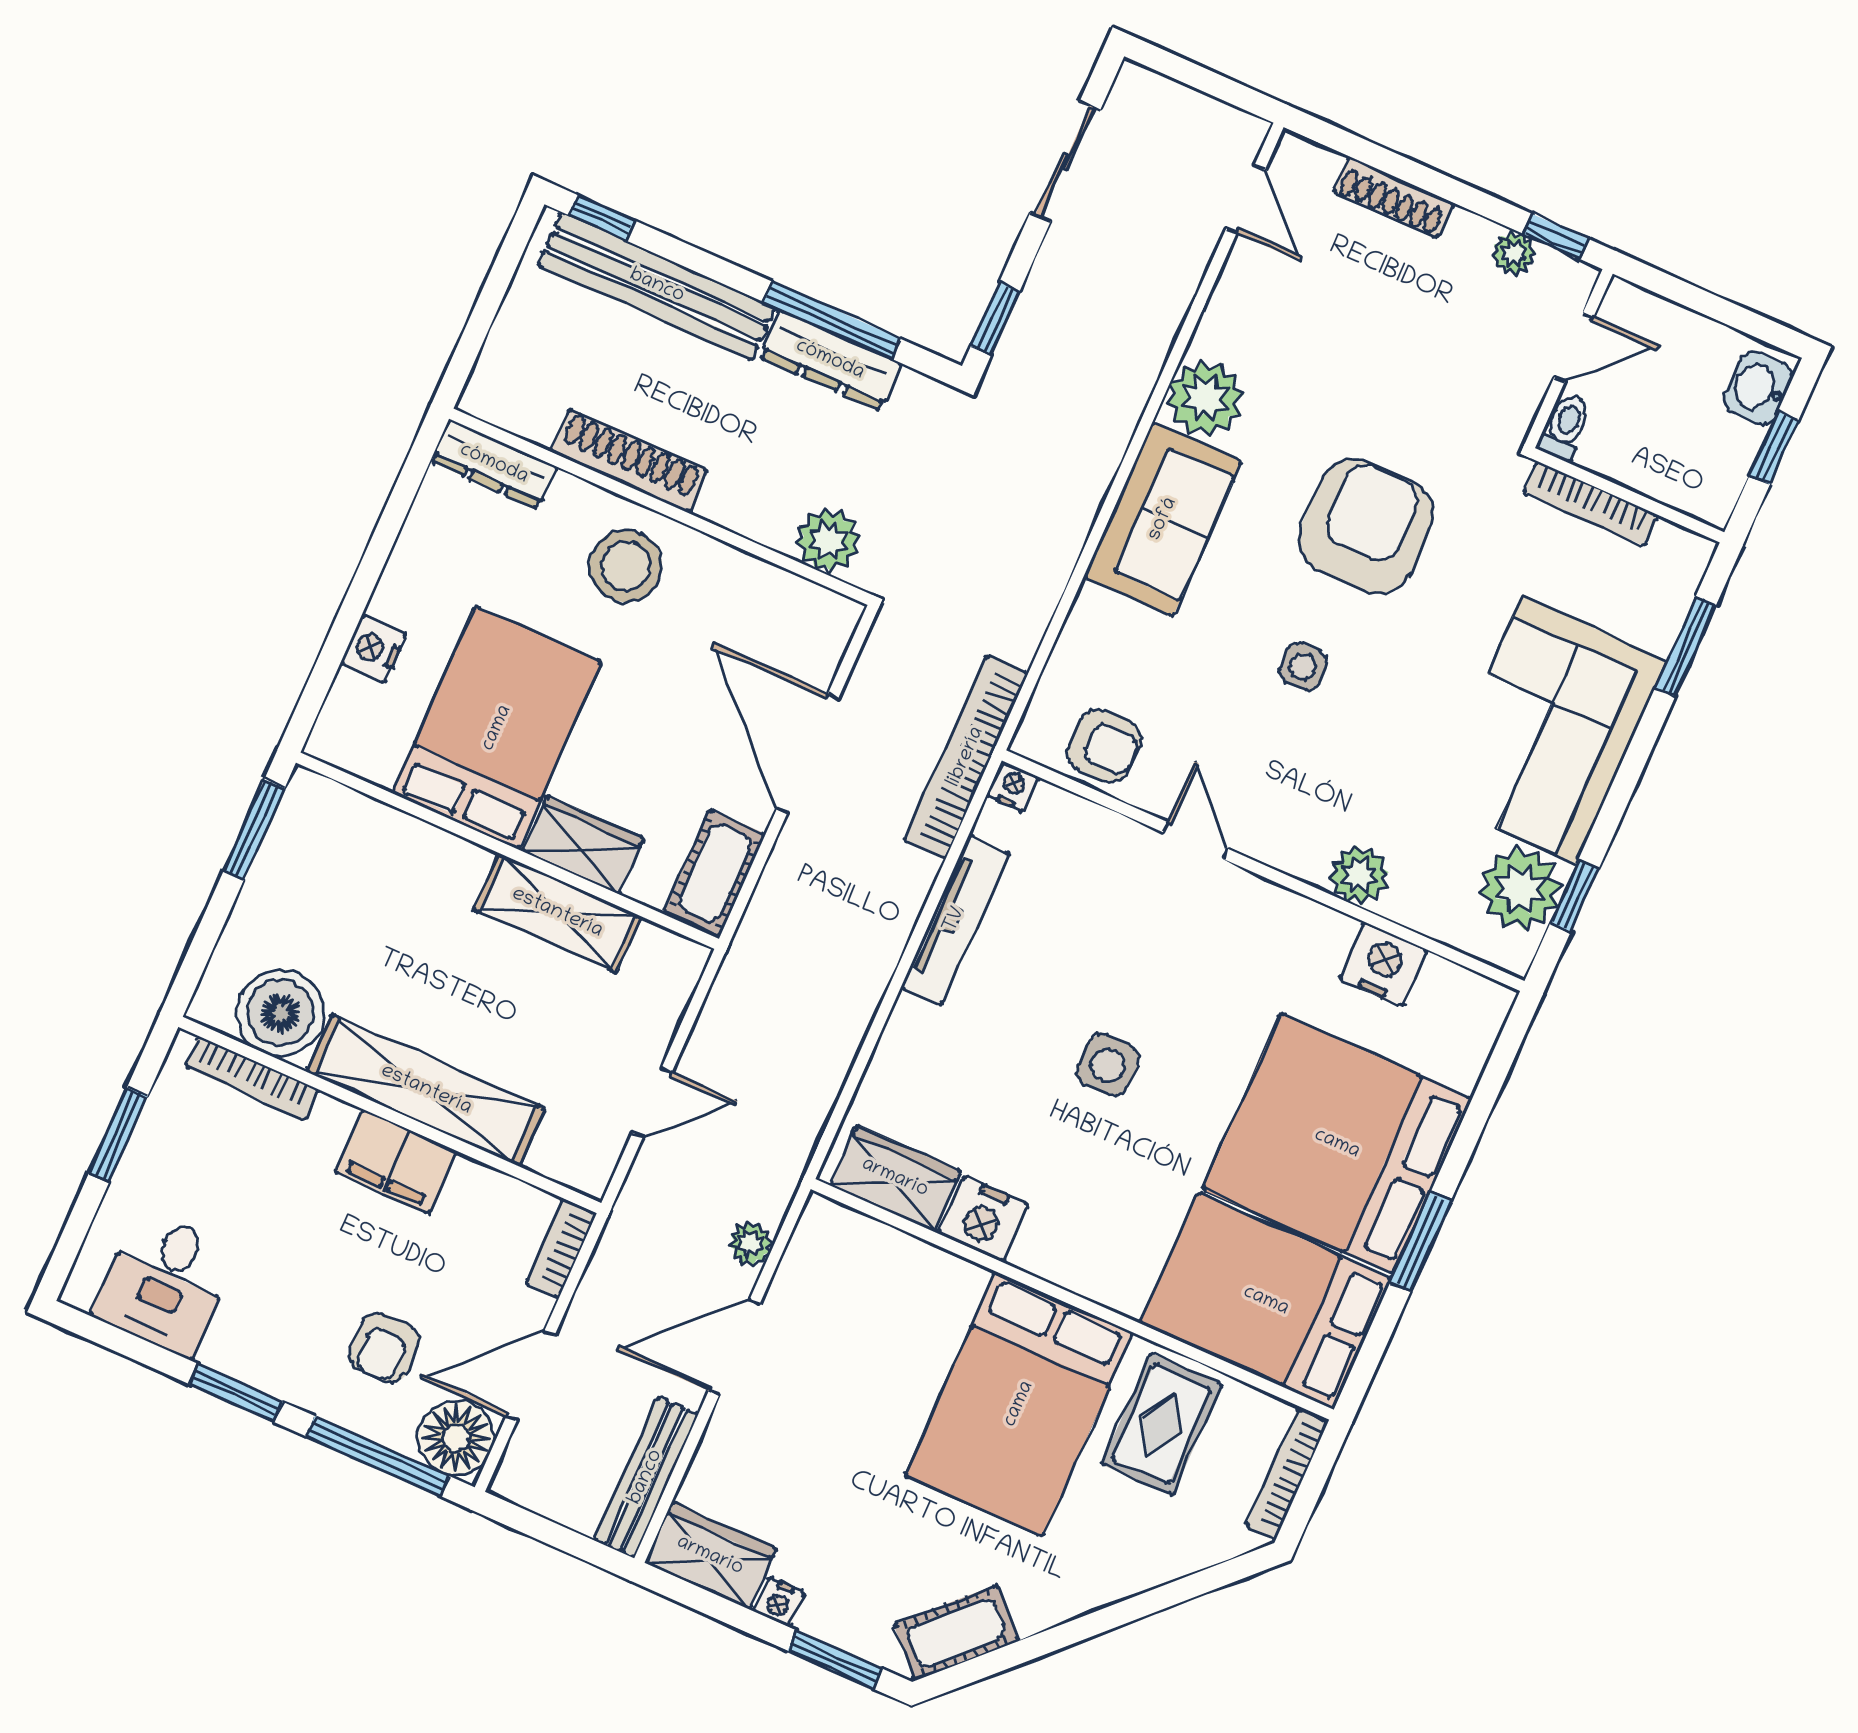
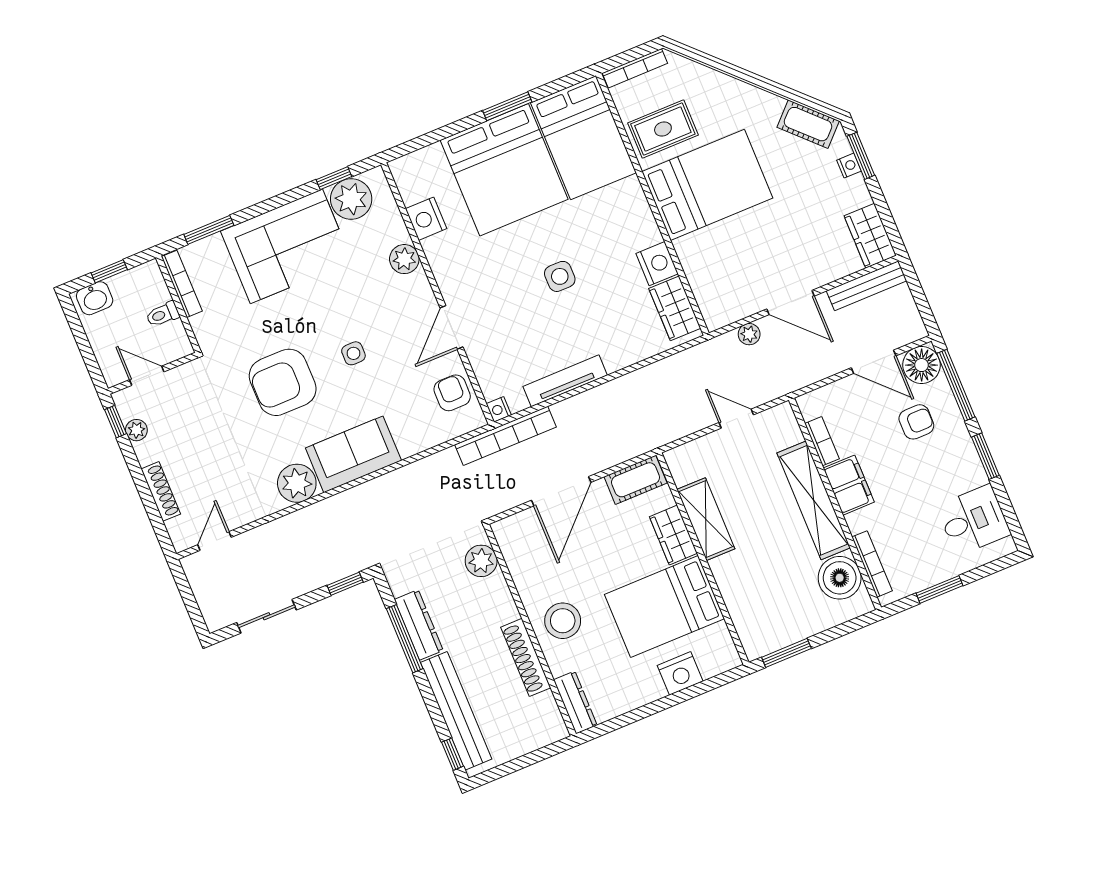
toilet: (1565, 427) -> (163, 314), moved
bookcase: (1591, 504) -> (182, 284), moved
nightstand: (374, 649) -> (680, 673), width x1.36, depth x1.33
door: (1195, 841) -> (451, 327), width x1.37
bookcase: (561, 1248) -> (822, 441), moved, turned -90
nightstand: (779, 1602) -> (849, 166), moved

